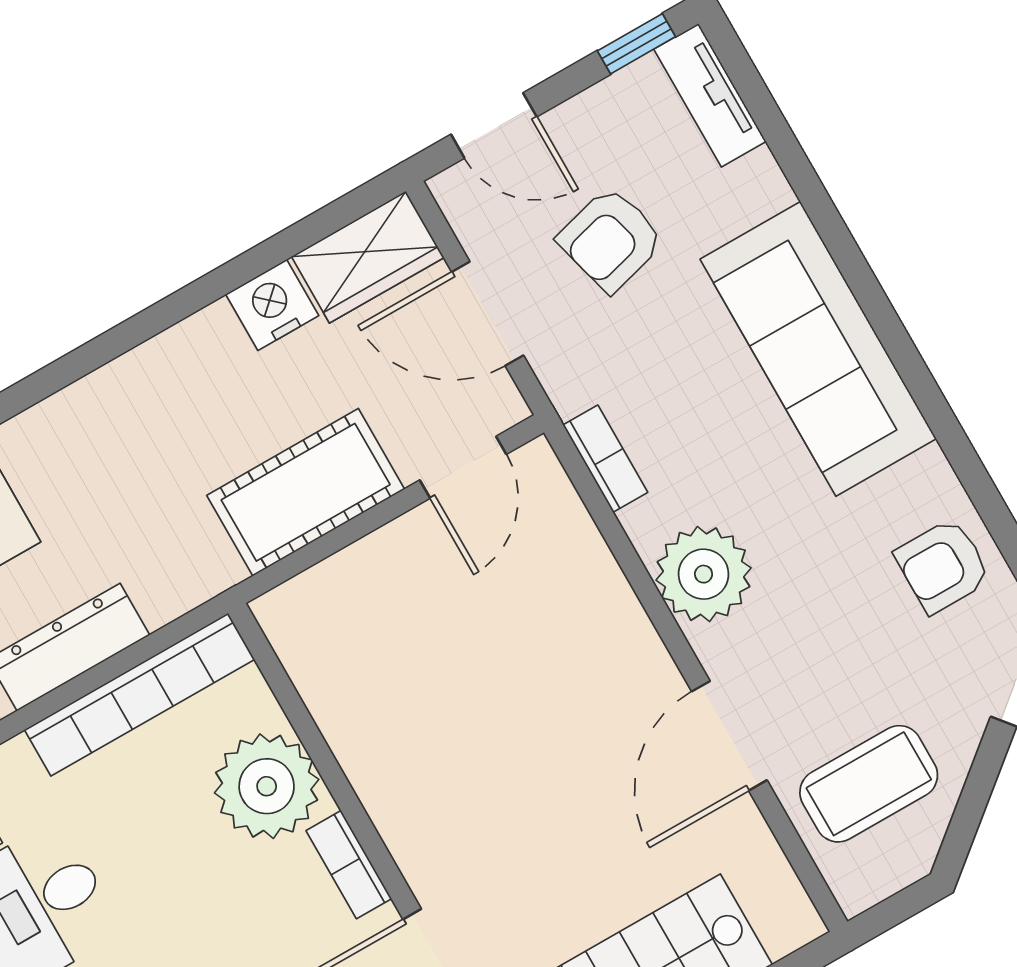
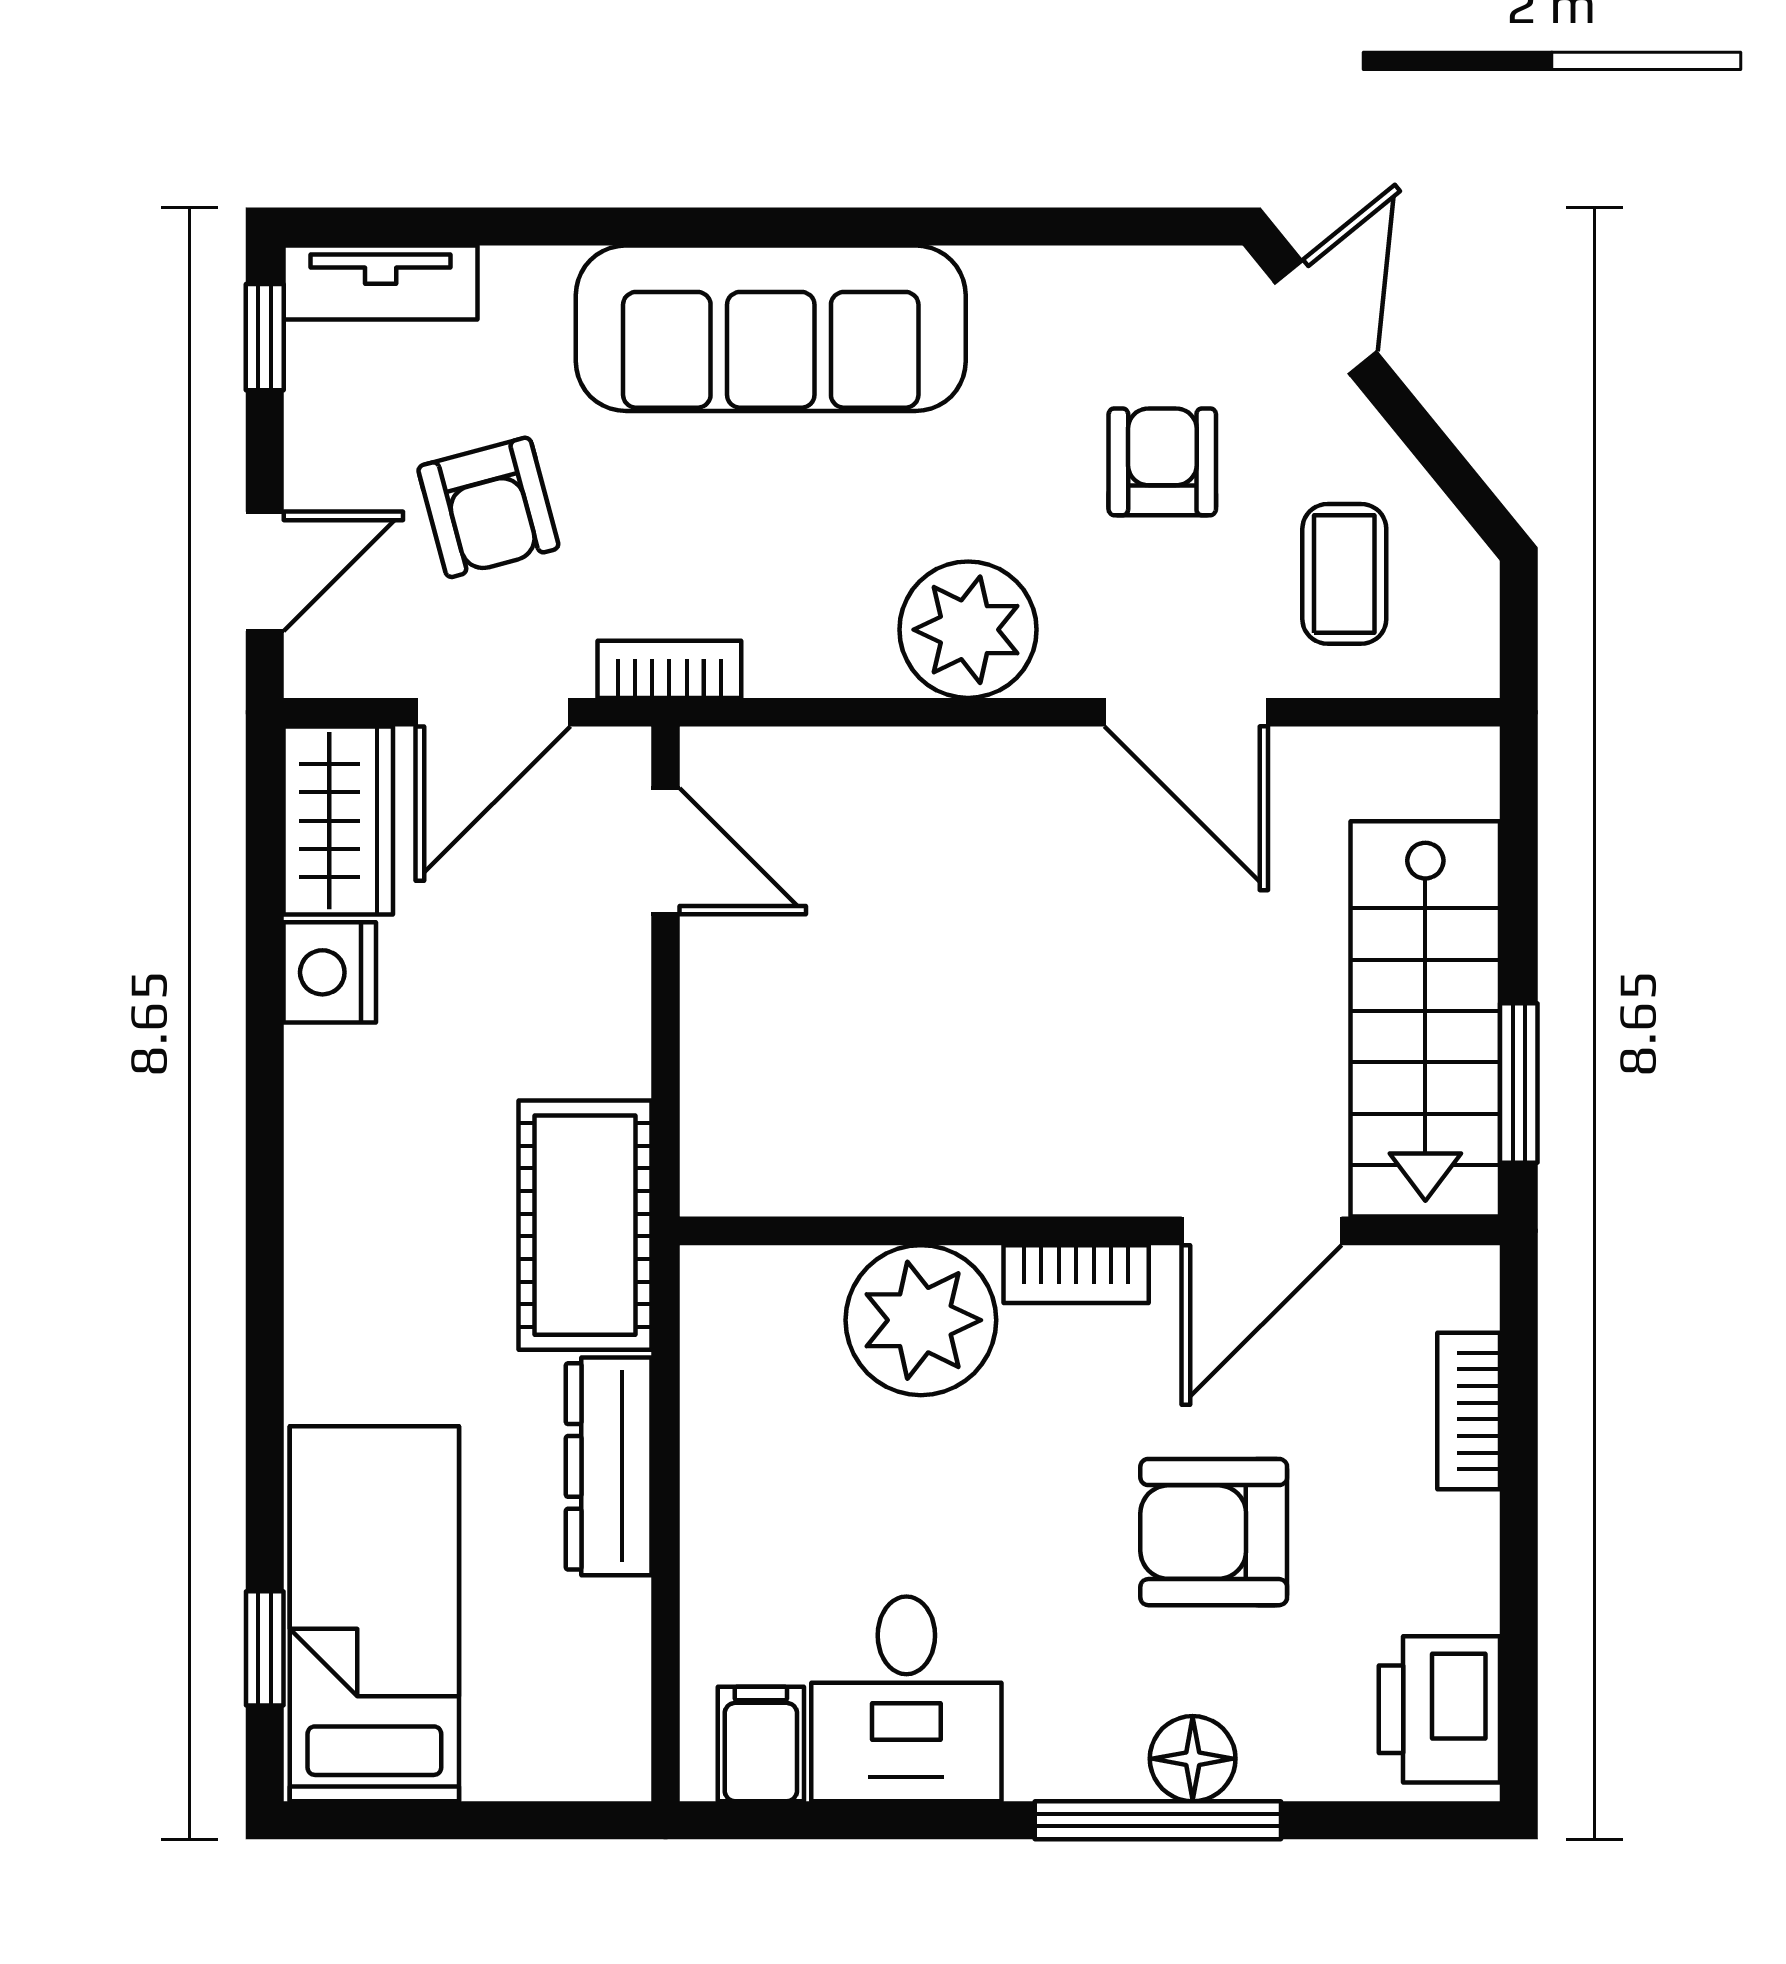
bookcase: (605, 459) -> (669, 669), moved
cot: (306, 492) -> (585, 1225), moved
armchair: (943, 566) -> (1162, 462), moved, turned 180
bookcase: (140, 695) -> (718, 1412), removed
coffee table: (869, 784) -> (1344, 574), width x0.73, depth x0.77

